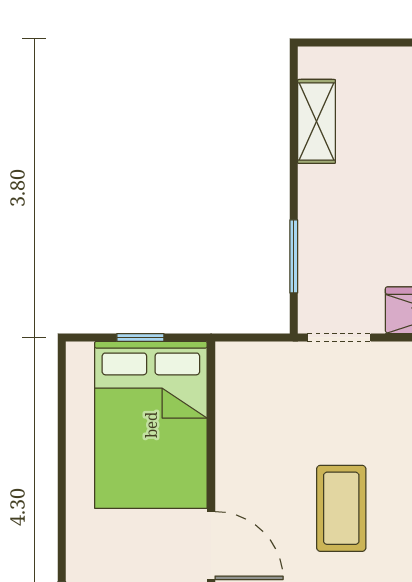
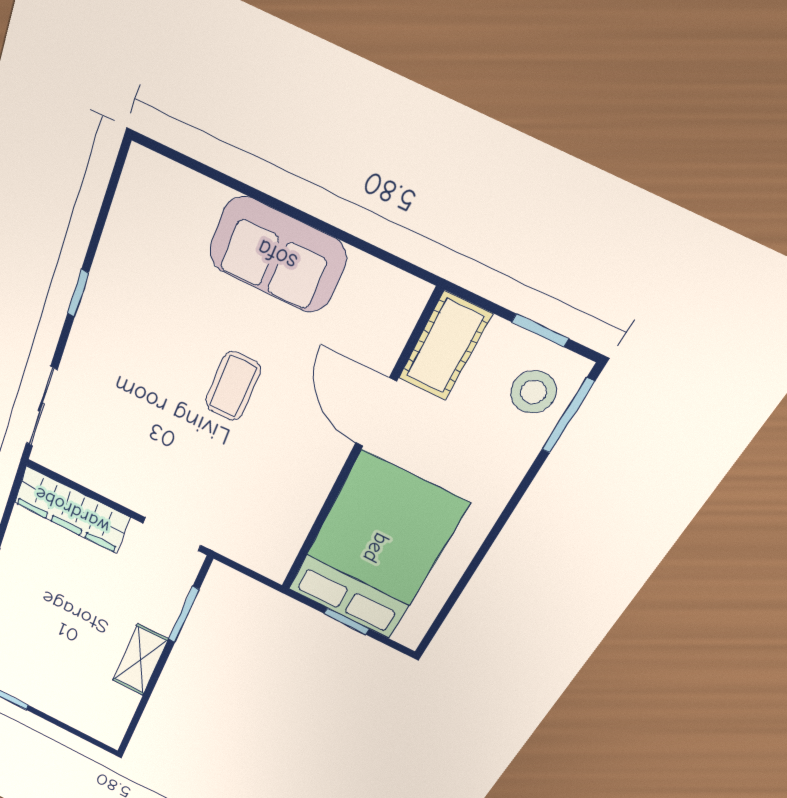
shelving: (317, 121) -> (140, 660), moved
coffee table: (341, 508) -> (233, 386), width x0.73, depth x0.77

